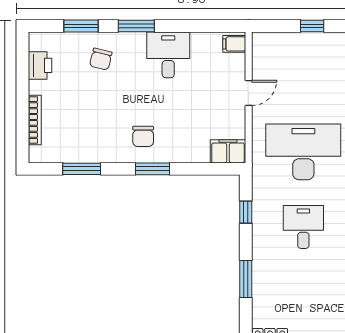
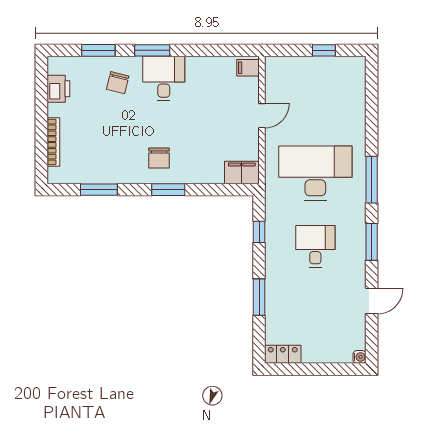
desk: (168, 55) -> (164, 78), moved

